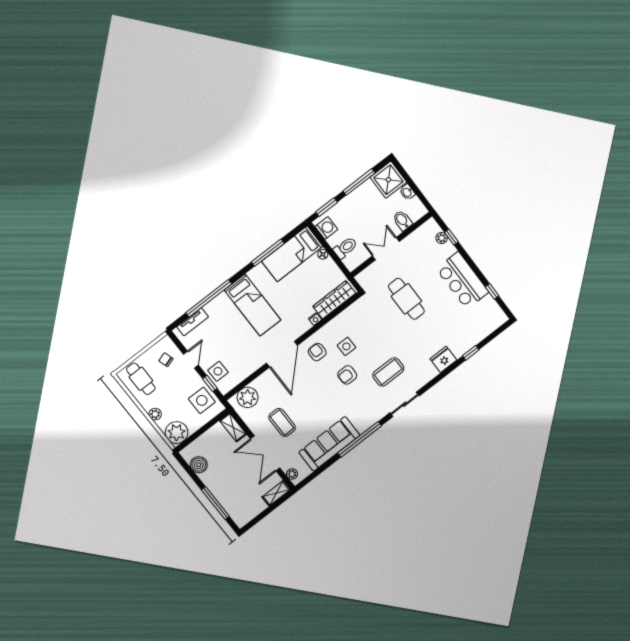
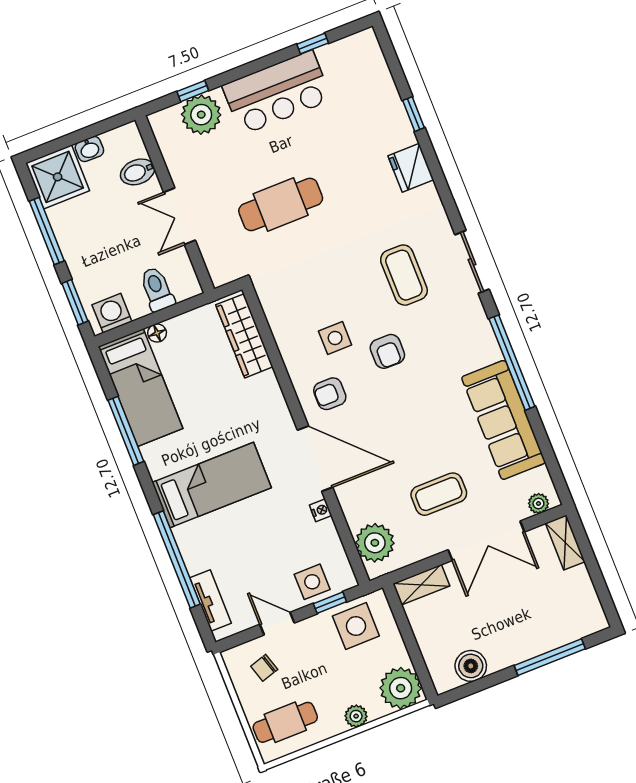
plant: (442, 238) -> (201, 115), width x1.88, depth x1.88
nightstand: (315, 319) -> (321, 510), moved

